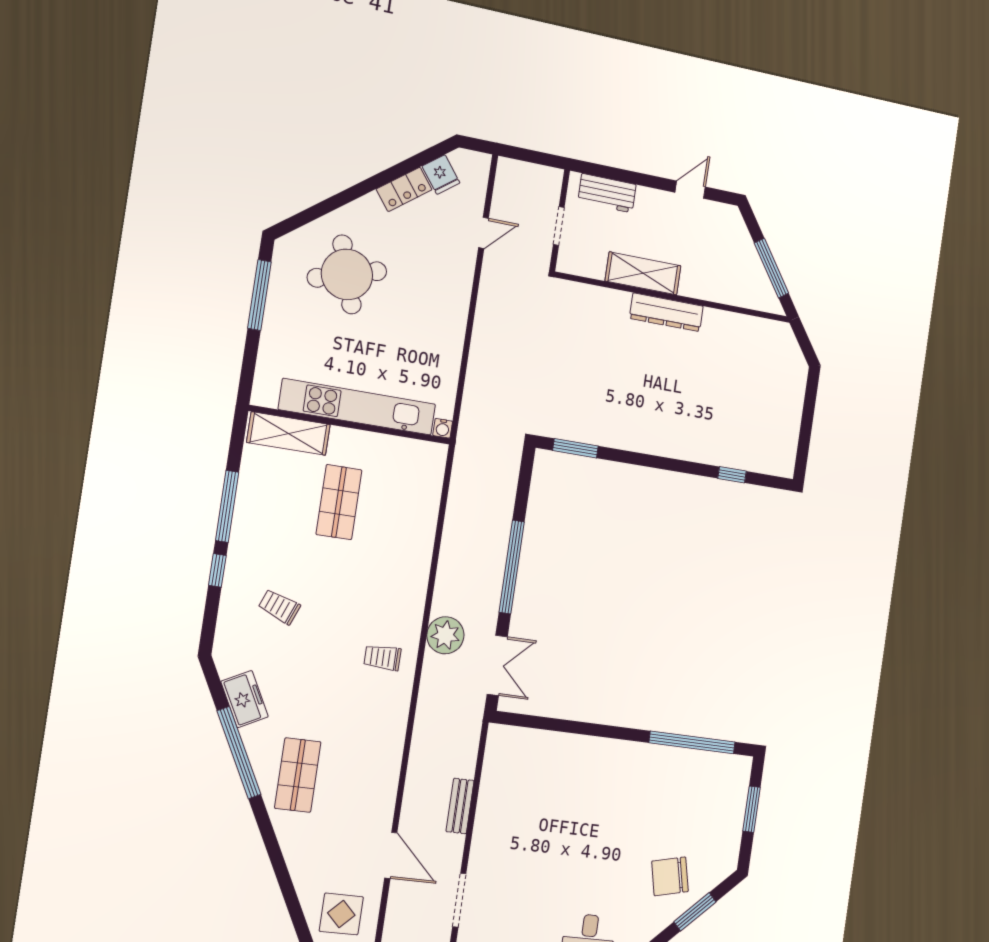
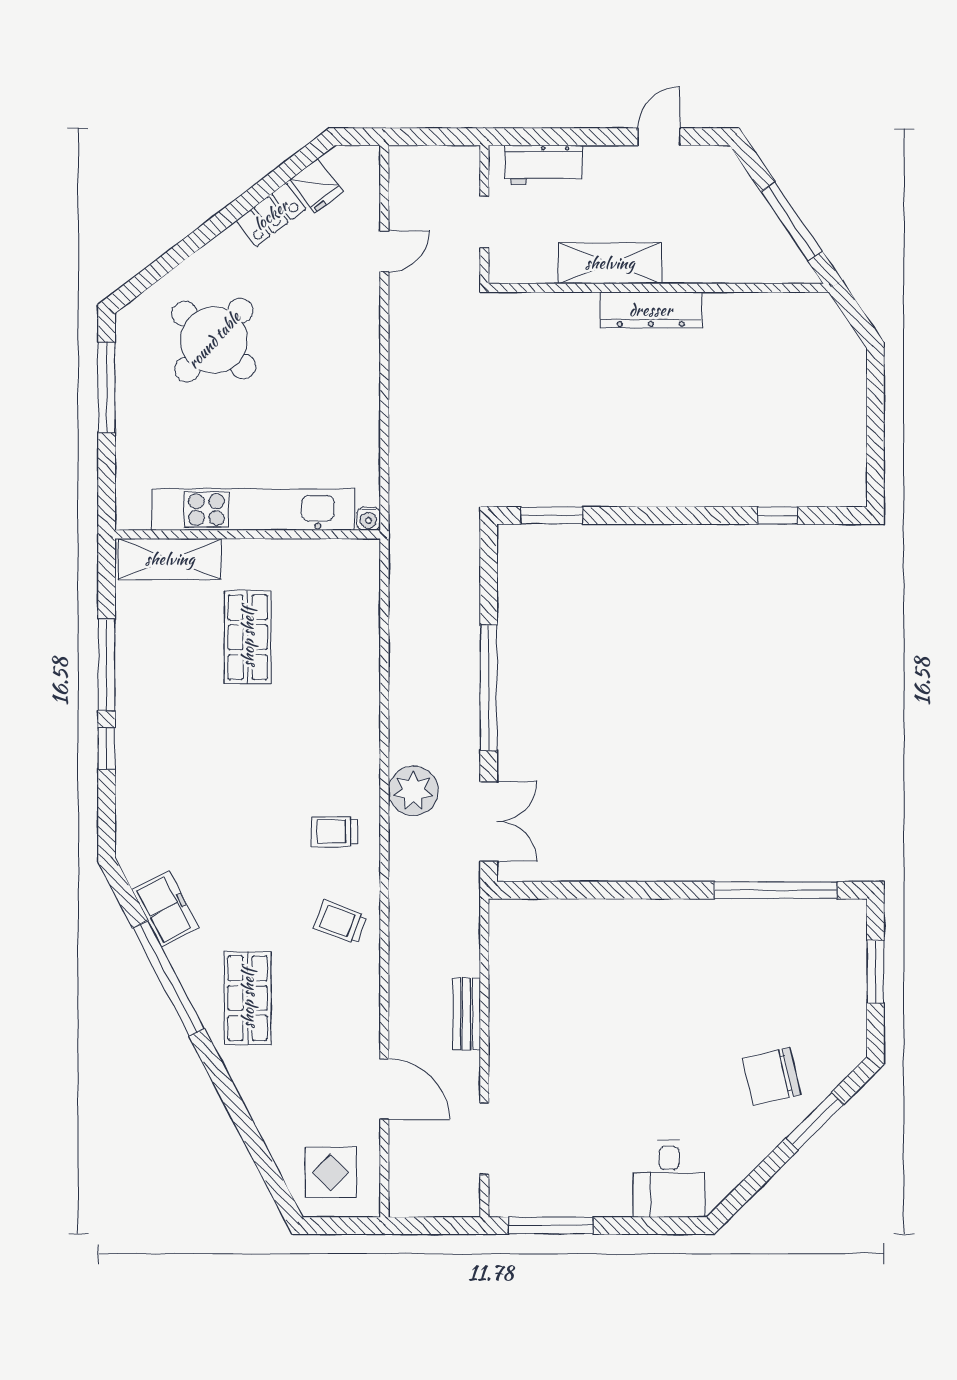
round table: (347, 274) -> (214, 340), turned -31
trolley: (279, 607) -> (340, 922), moved

